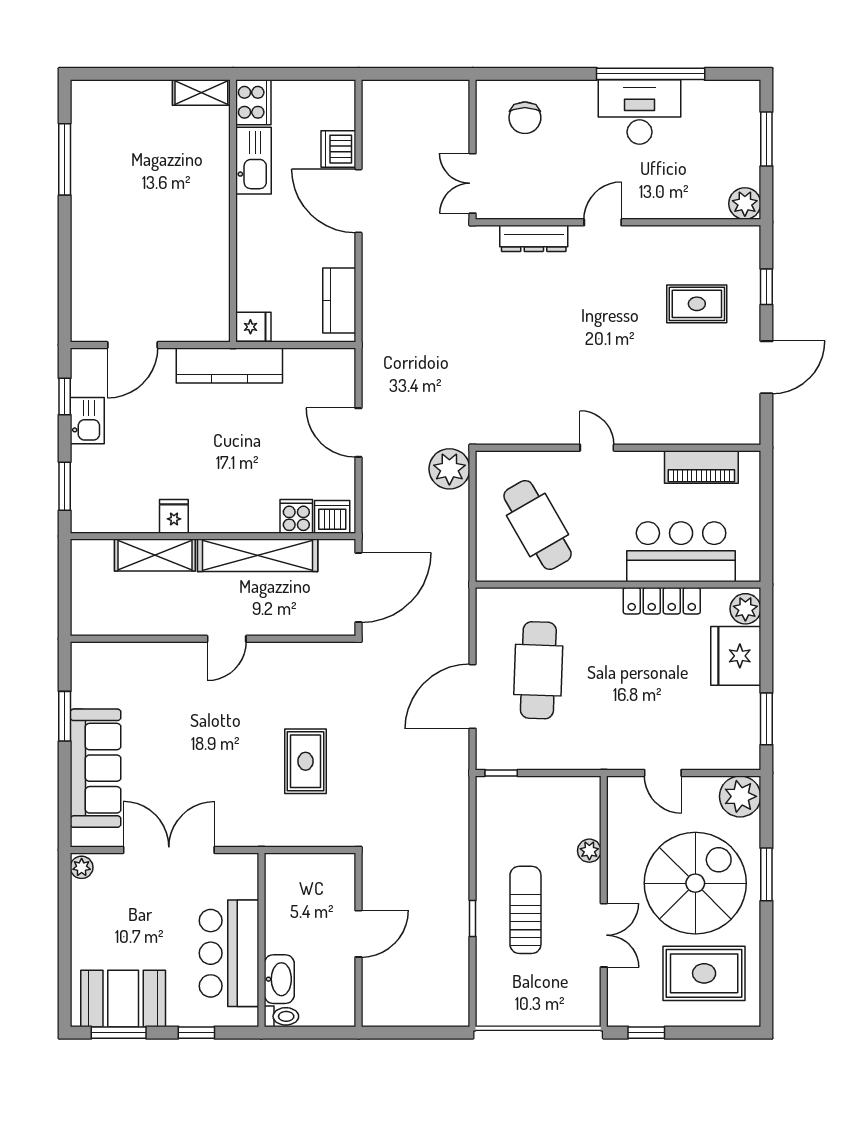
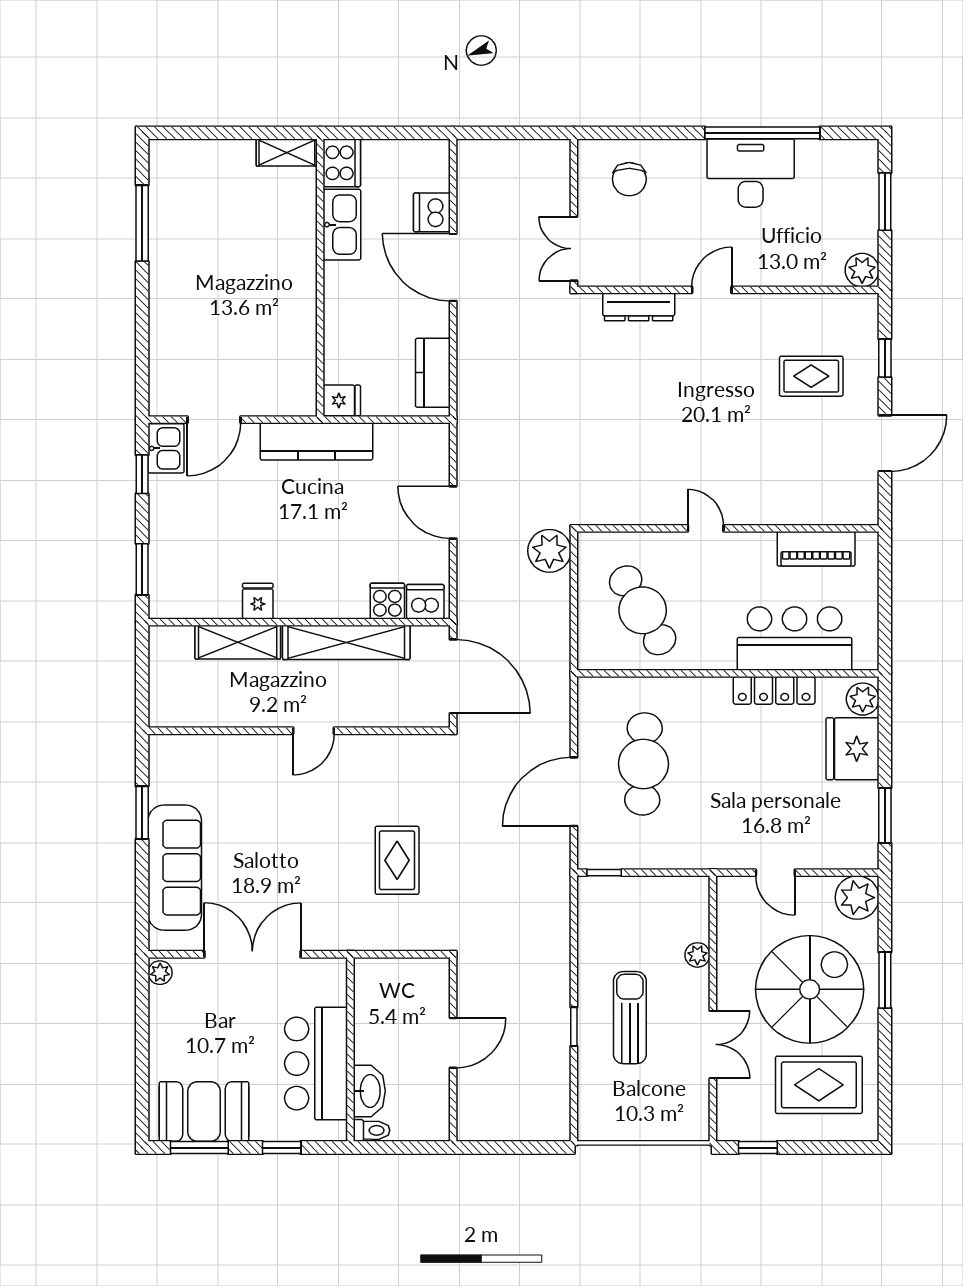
kitchen sink: (87, 421) -> (166, 448), moved
door: (358, 587) -> (453, 676), hinge flipped

